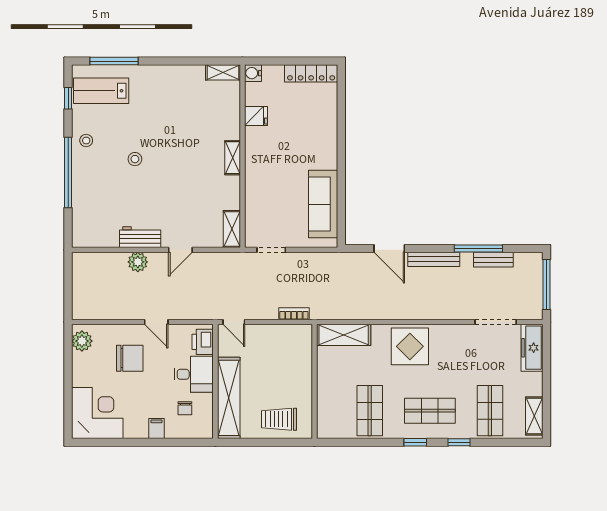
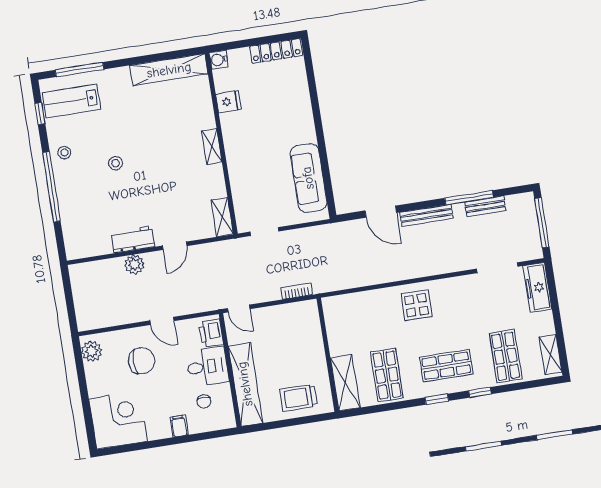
shelving: (223, 72) -> (169, 70), width x2.20, depth x1.33
shelving: (344, 335) -> (345, 383), moved, turned 90
display table: (410, 346) -> (416, 305), width x0.73, depth x0.73

